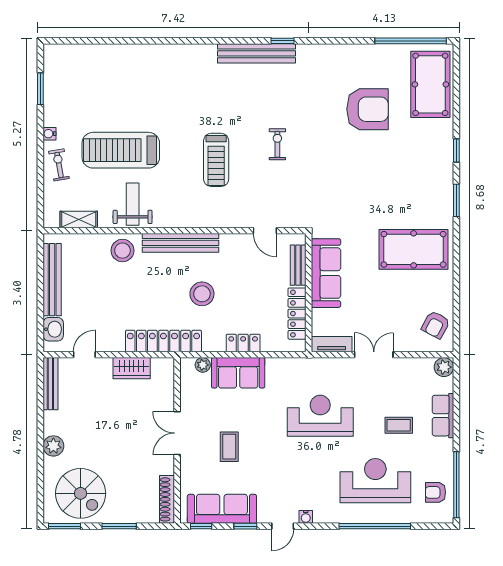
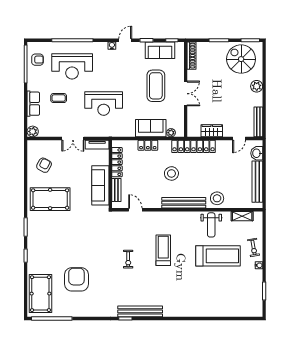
armchair: (368, 109) -> (76, 279), turned 90
armchair: (436, 325) -> (44, 165), moved
coffee table: (229, 447) -> (156, 86), width x1.86, depth x1.72
sofa: (222, 509) -> (160, 50), width x0.73

